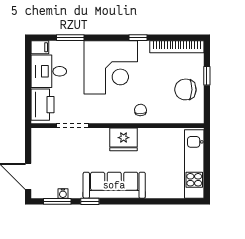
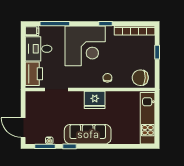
window: (70, 38) -> (55, 24), width x1.44
chair: (185, 89) -> (140, 78), moved

